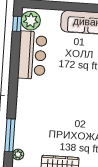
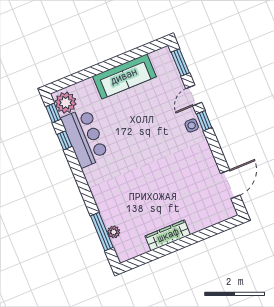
window: (15, 50) -> (64, 140), added
plant: (18, 154) -> (114, 232), moved

